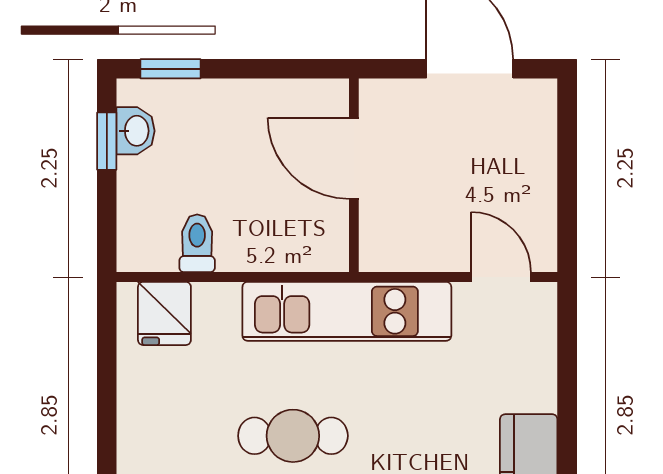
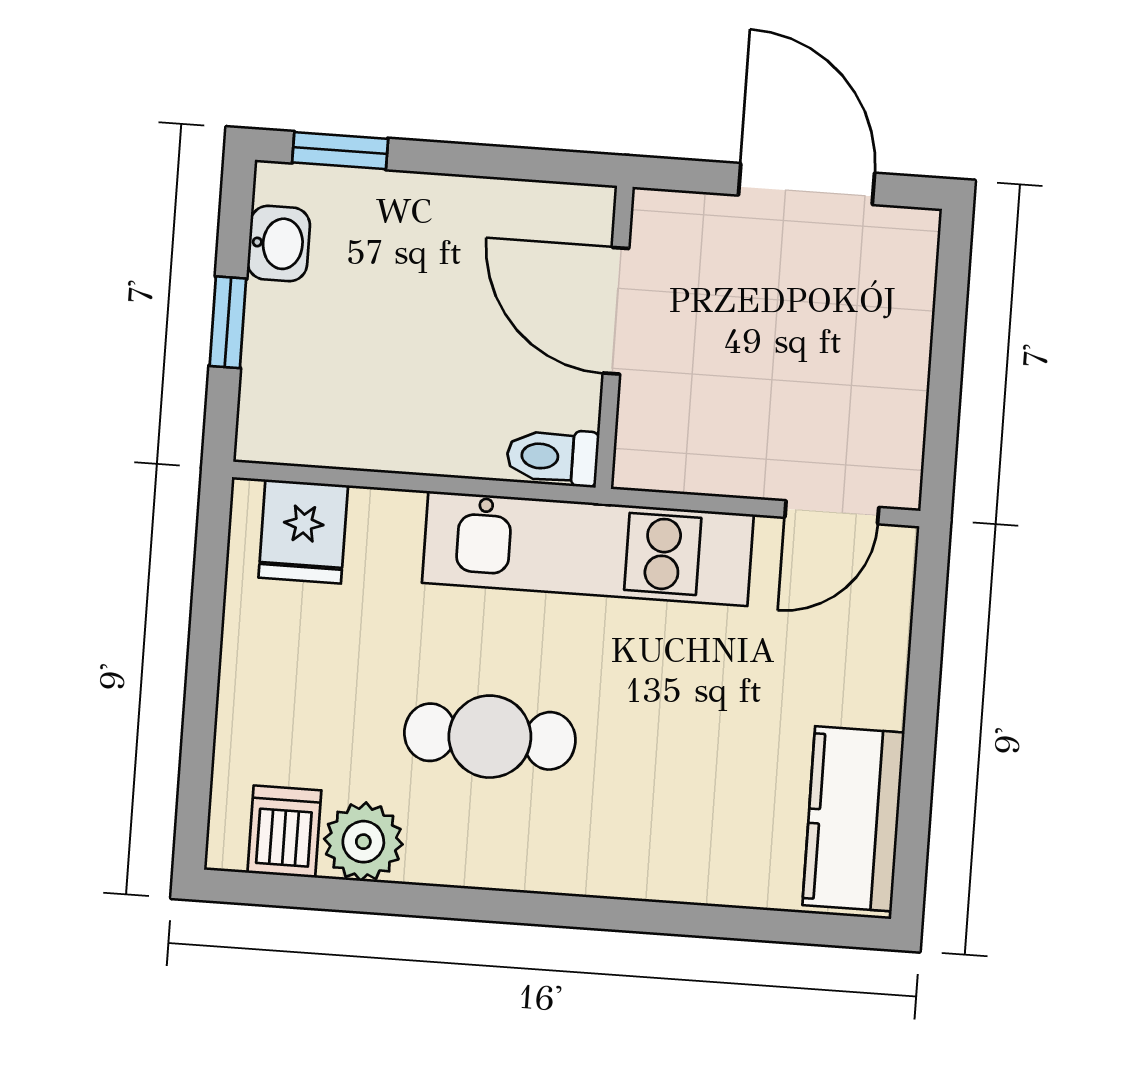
window: (107, 141) -> (228, 322), moved
toilet: (197, 243) -> (553, 457), moved, turned -90
door: (501, 277) -> (832, 512), swing flipped

